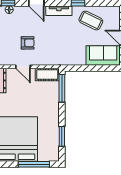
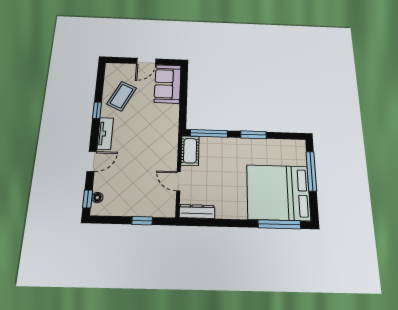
armchair: (28, 43) -> (146, 174), removed
door: (23, 67) -> (179, 181), swing flipped
window: (62, 136) -> (253, 135), moved

